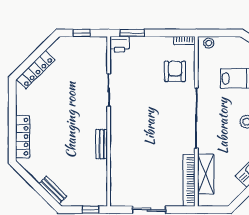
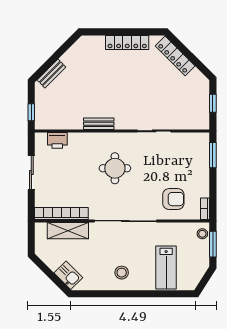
window: (219, 33) -> (213, 244), added
printer: (119, 44) -> (57, 140), moved, turned -90
round table: (145, 128) -> (115, 168), added
locker: (23, 137) -> (127, 42), moved

